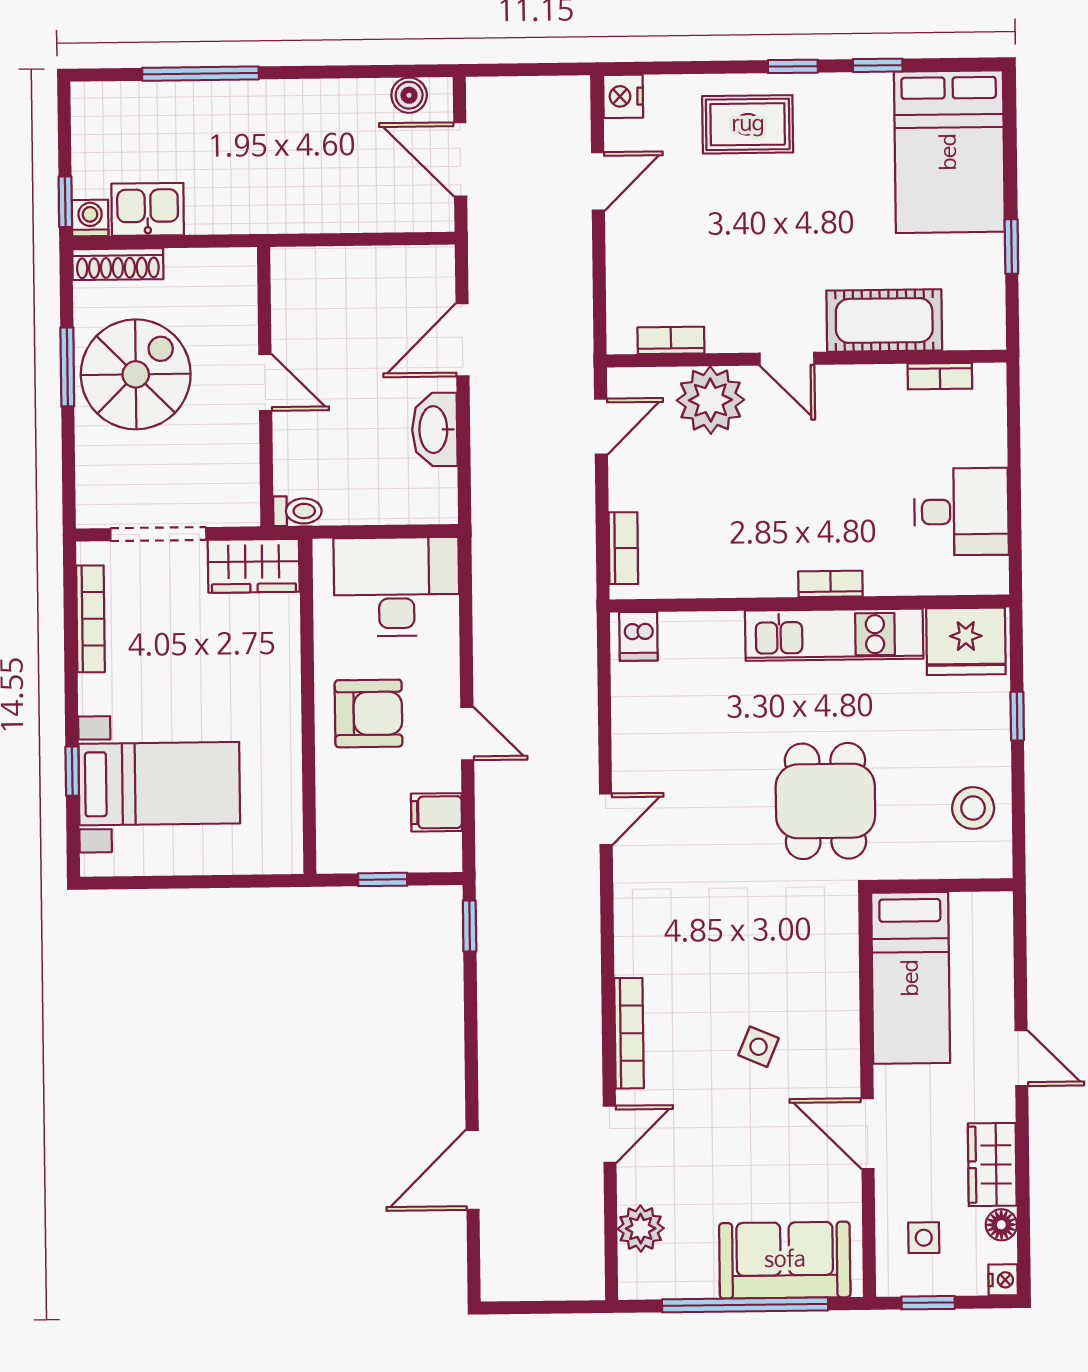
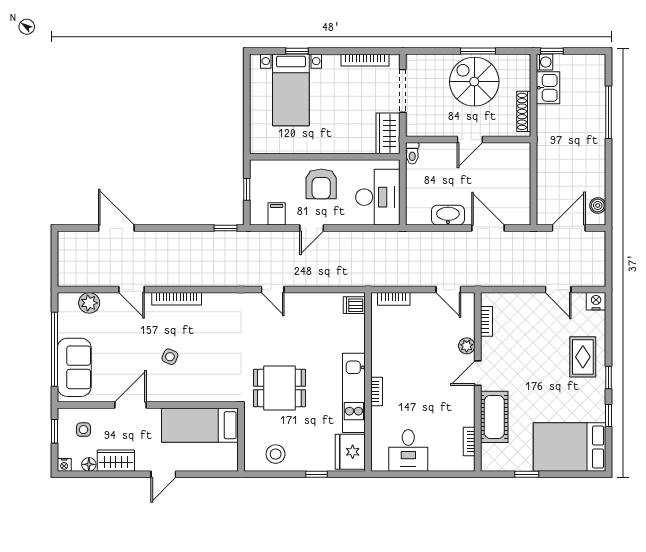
shoe rack: (118, 264) -> (524, 111), moved
spiral stairs: (136, 374) -> (474, 82), turned 180
plant: (710, 400) -> (467, 346), width x0.53, depth x0.53

